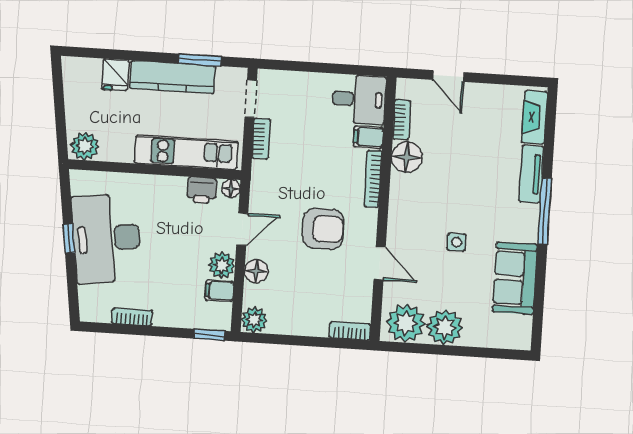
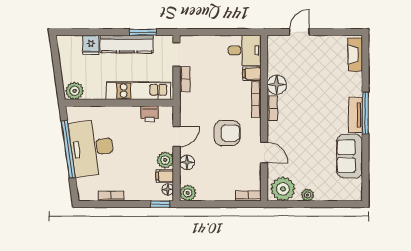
door: (448, 76) -> (300, 32), swing flipped
bookcase: (402, 120) -> (272, 108), moved
tv unit: (531, 174) -> (356, 115), moved
floor lamp: (231, 188) -> (168, 189), moved
window: (69, 238) -> (68, 149), width x3.17
side table: (456, 242) -> (311, 136), removed
plant: (445, 327) -> (308, 195), width x0.53, depth x0.53

